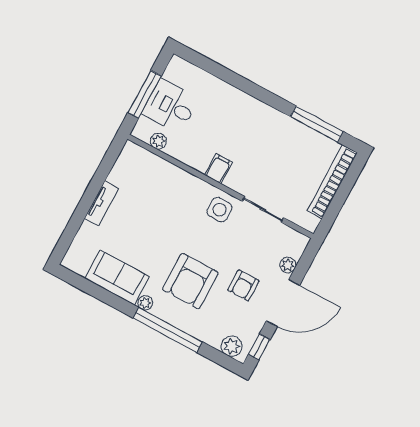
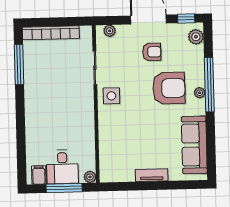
plant: (158, 141) -> (90, 177), moved
filing cabinet: (219, 169) -> (39, 175), moved, turned 90
plant: (288, 265) -> (110, 31), moved
sofa: (117, 277) -> (194, 145), width x1.36
plant: (145, 303) -> (200, 93), moved

